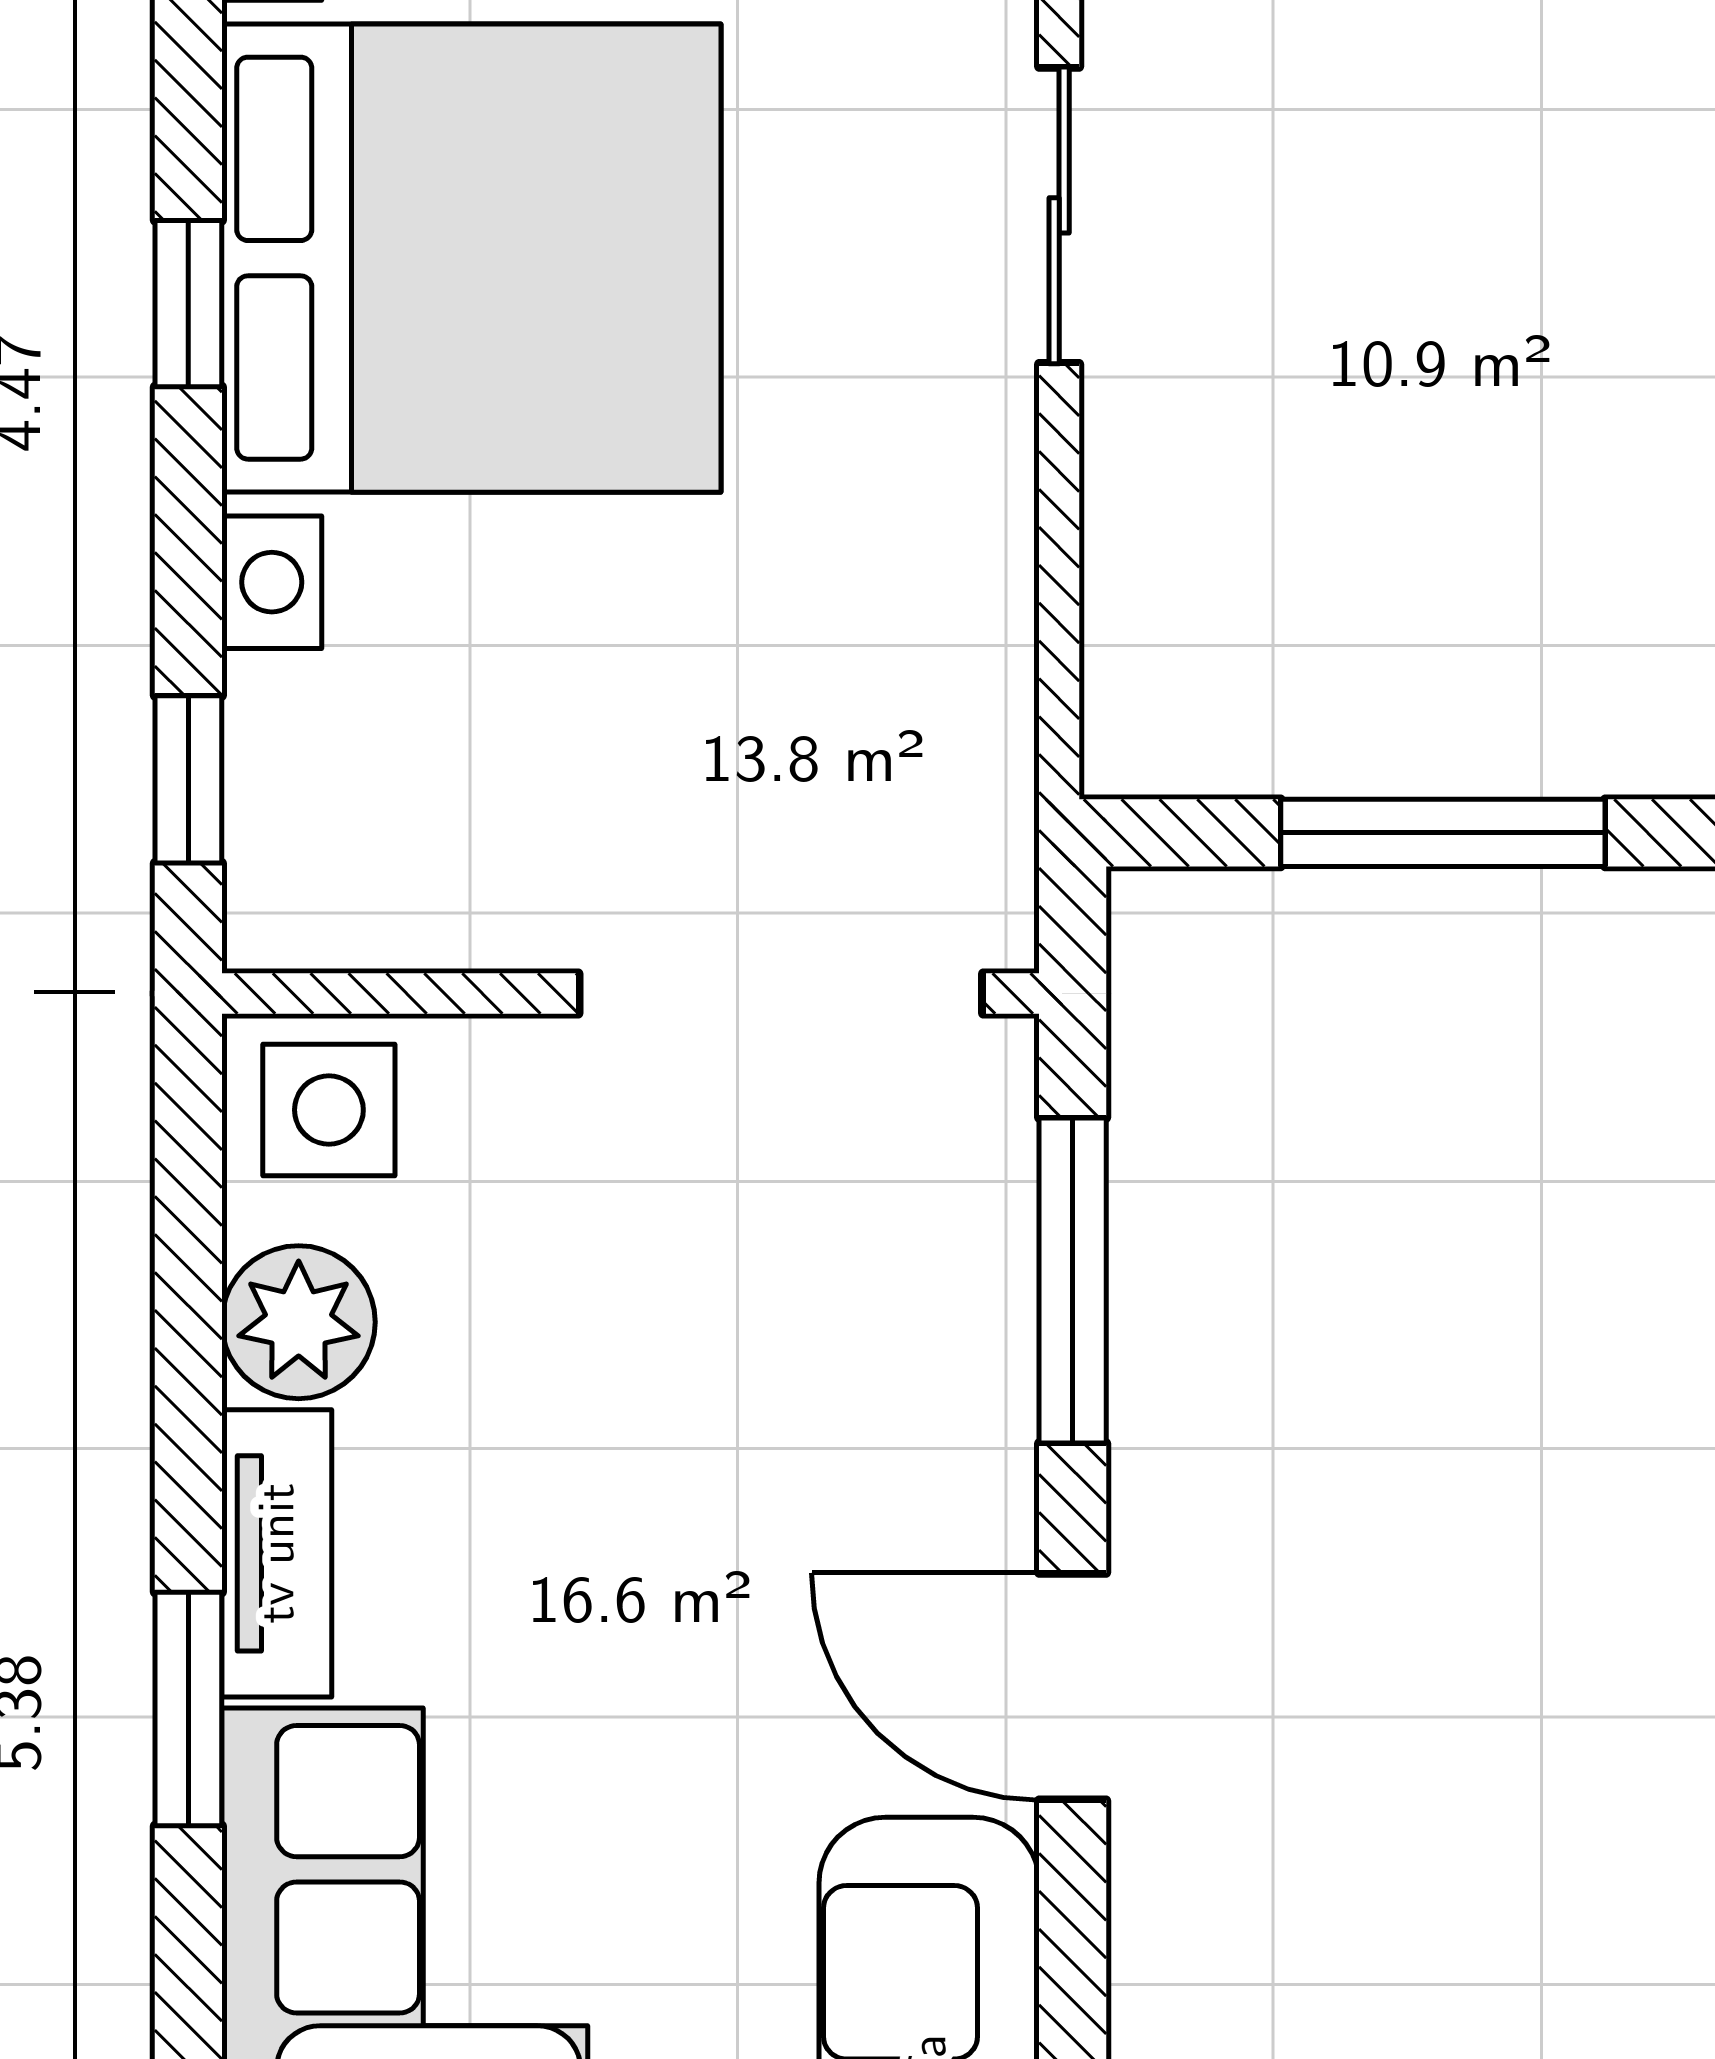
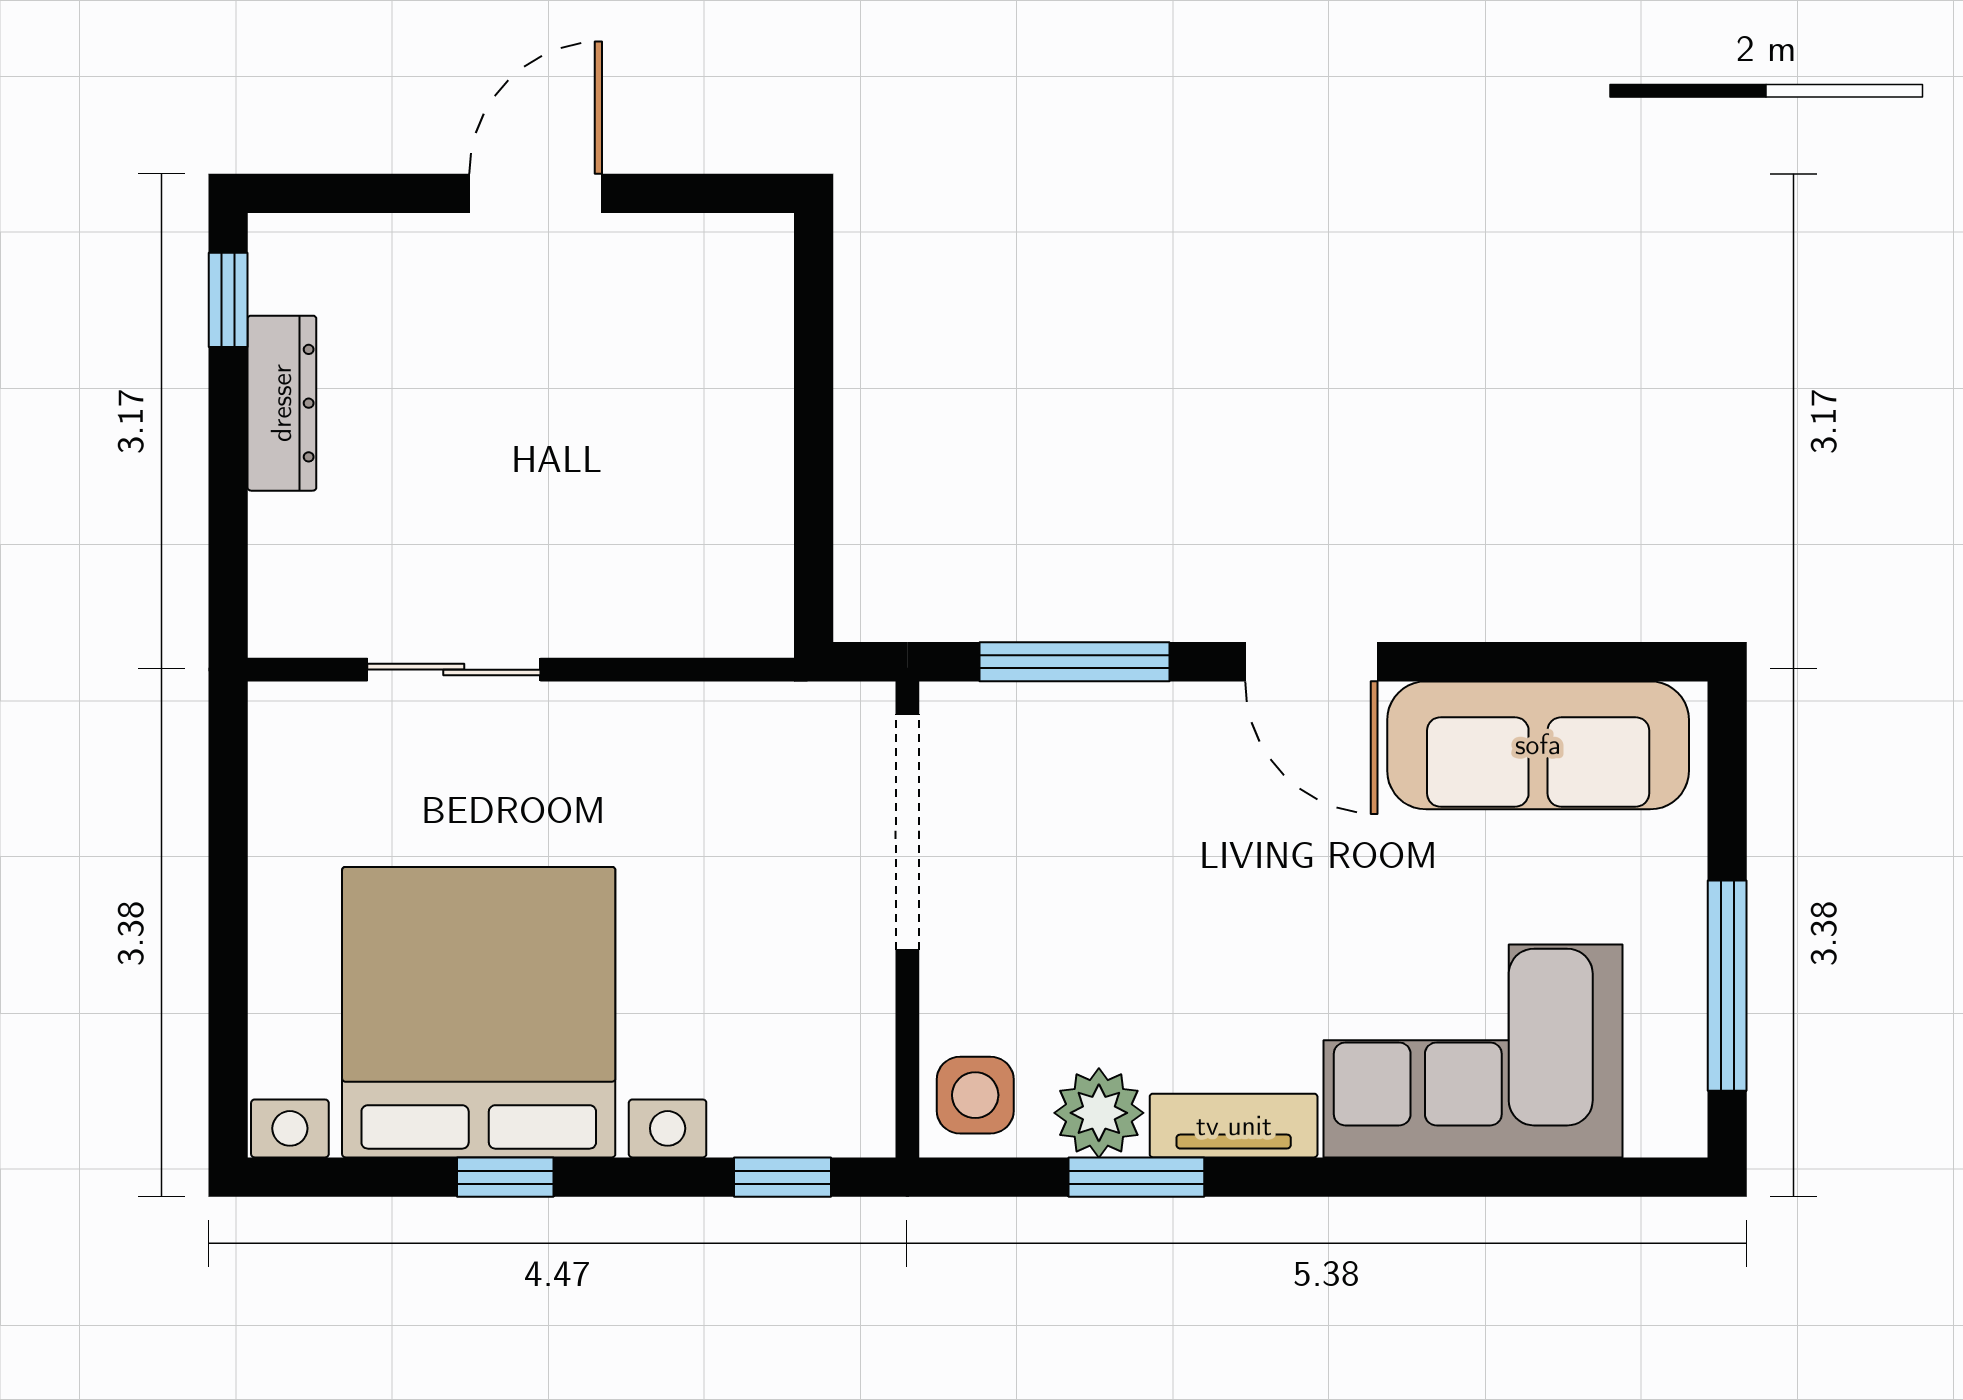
window: (1443, 833) -> (814, 446), removed
door: (1073, 1687) -> (1311, 662), hinge flipped
window: (188, 1709) -> (1136, 1177), moved

